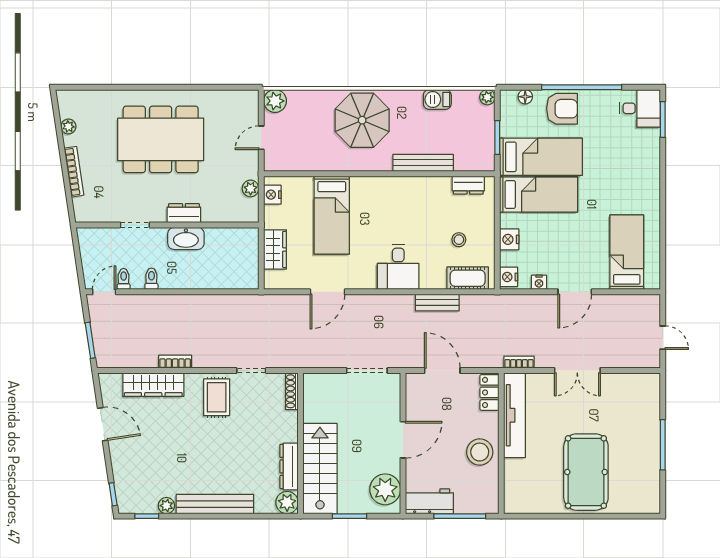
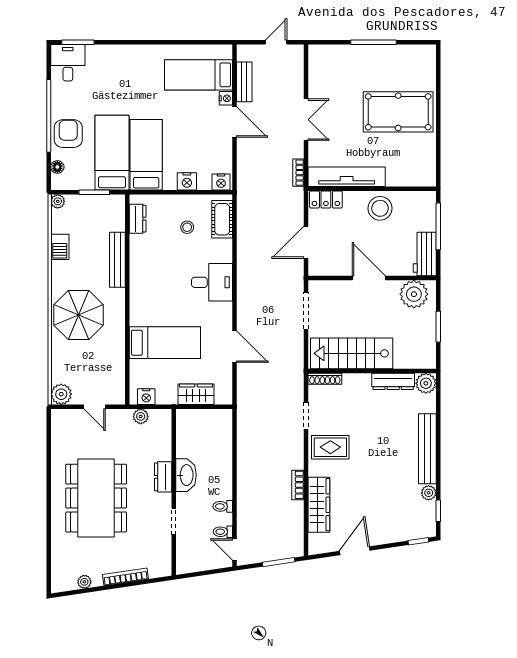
nightstand: (539, 282) -> (226, 98), moved
bench: (437, 303) -> (244, 82), moved
stairs: (320, 469) -> (352, 353), moved

